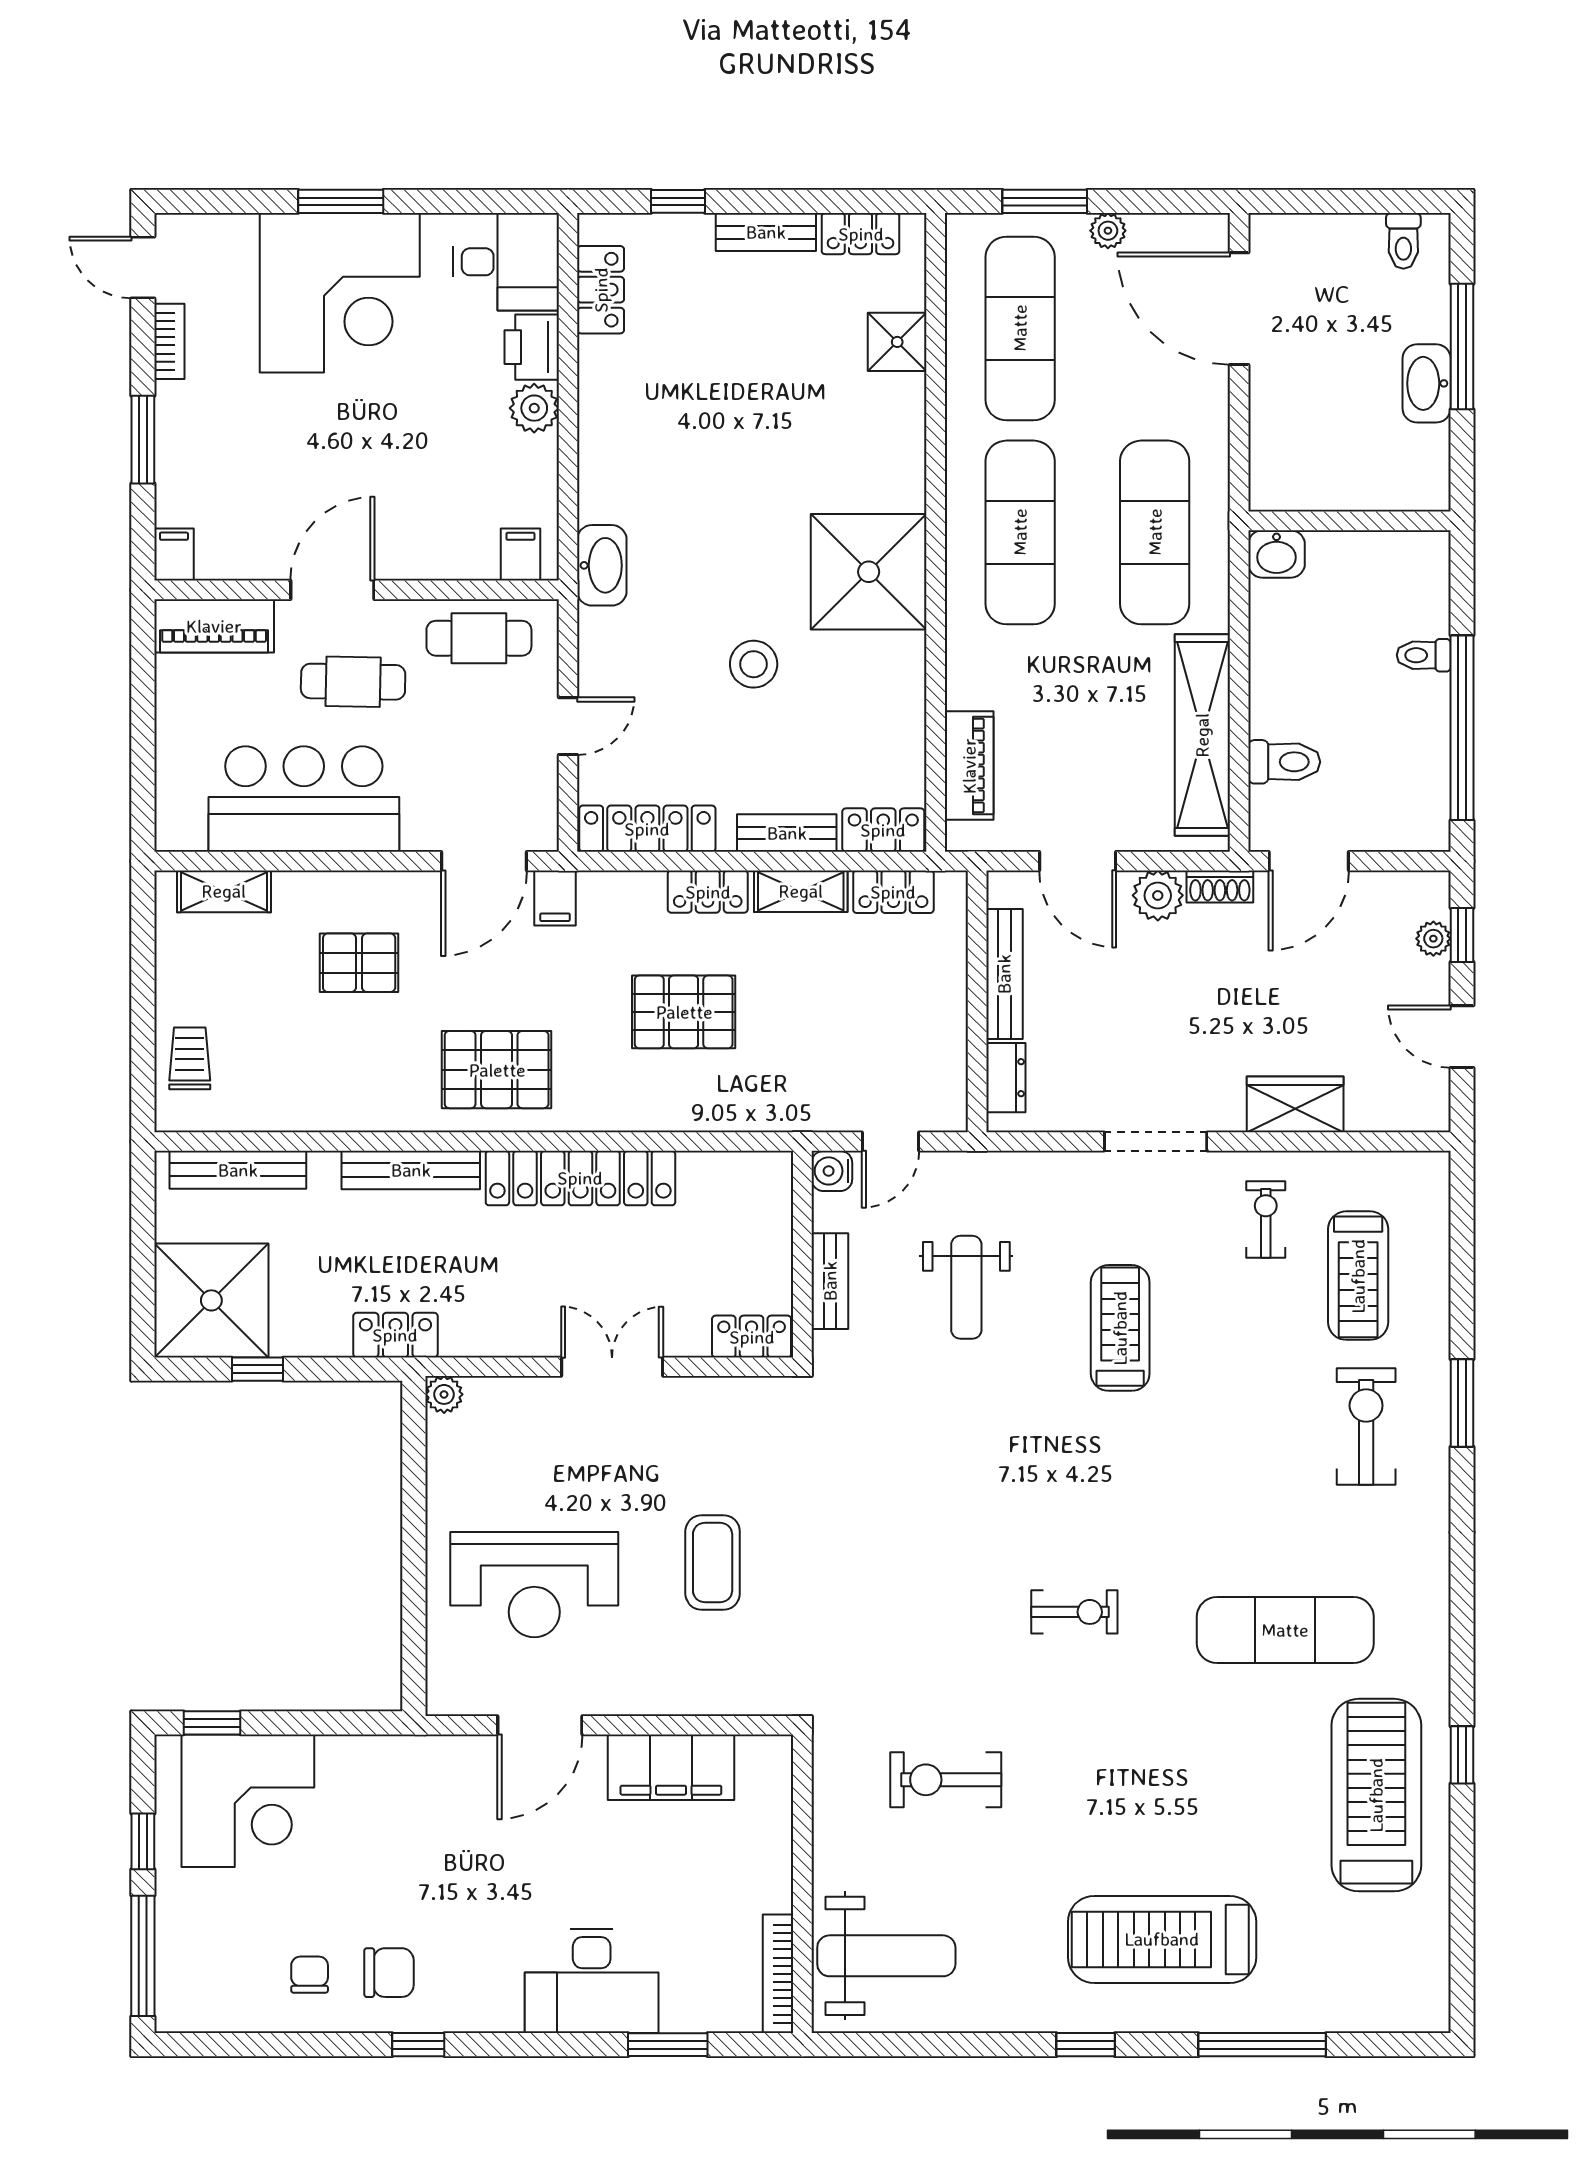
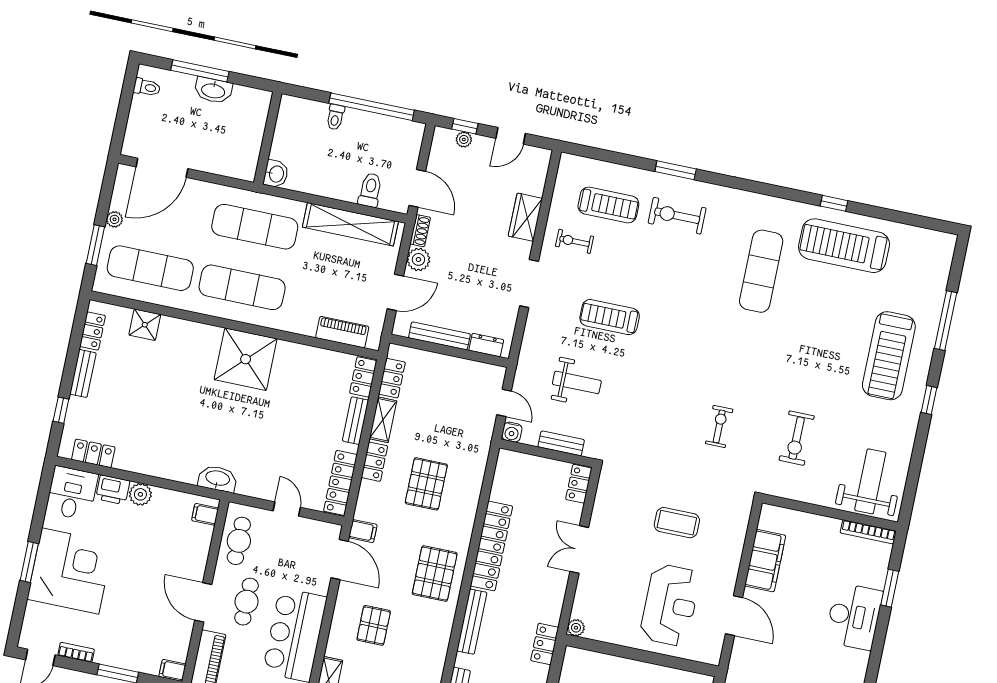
stool: (754, 664) -> (276, 420), removed
exercise bike: (1074, 1612) -> (719, 426), moved

